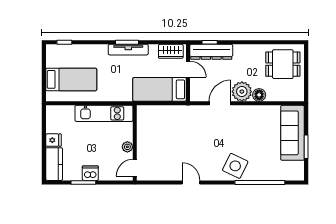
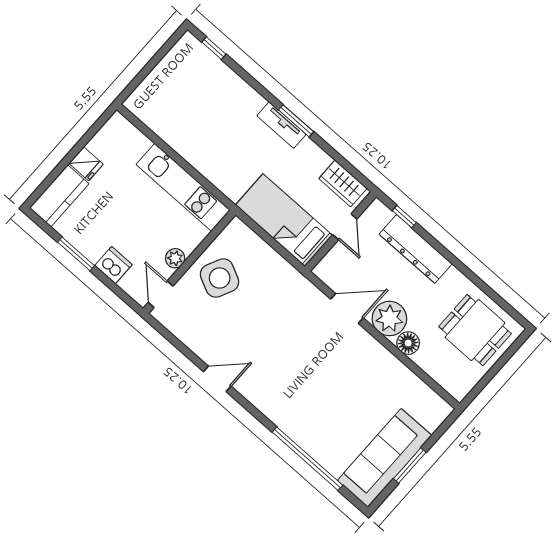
tv unit: (128, 50) -> (281, 125), width x0.71
dresser: (211, 52) -> (416, 249), moved
bed: (71, 79) -> (180, 105), removed
sofa: (293, 133) -> (385, 458), moved
side table: (235, 166) -> (220, 278), moved
door: (135, 168) -> (161, 294), hinge flipped
dishwasher: (90, 173) -> (113, 265), moved
door: (191, 182) -> (217, 379), hinge flipped

